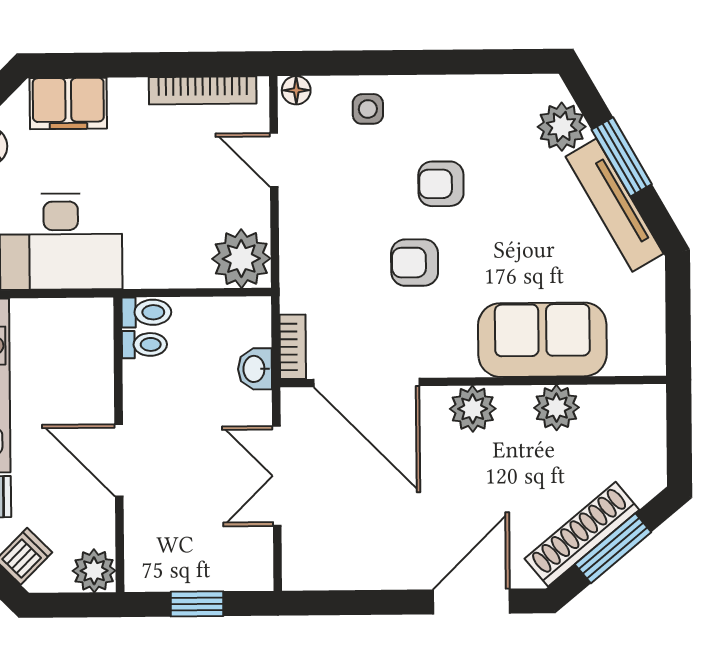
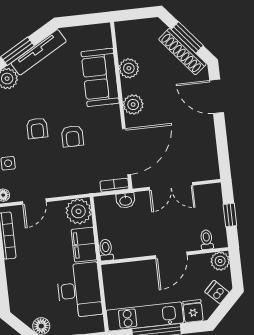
filing cabinet: (68, 103) -> (84, 245), moved, turned 180
toilet: (144, 345) -> (207, 240), moved

